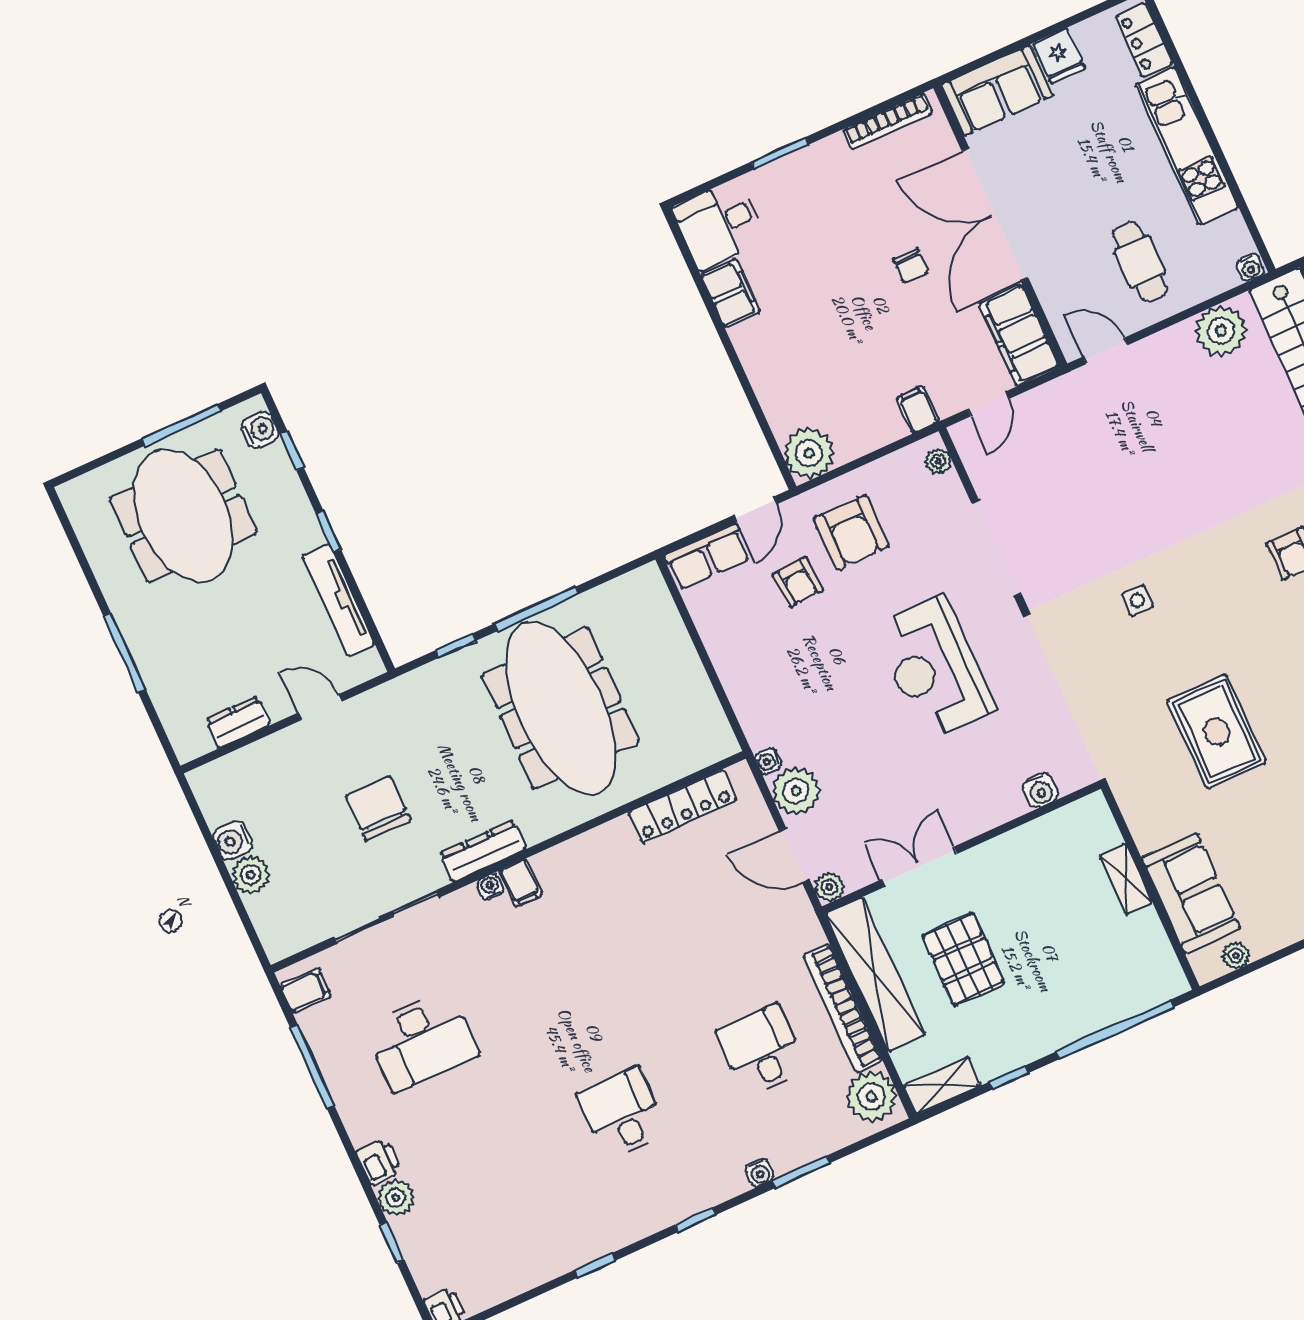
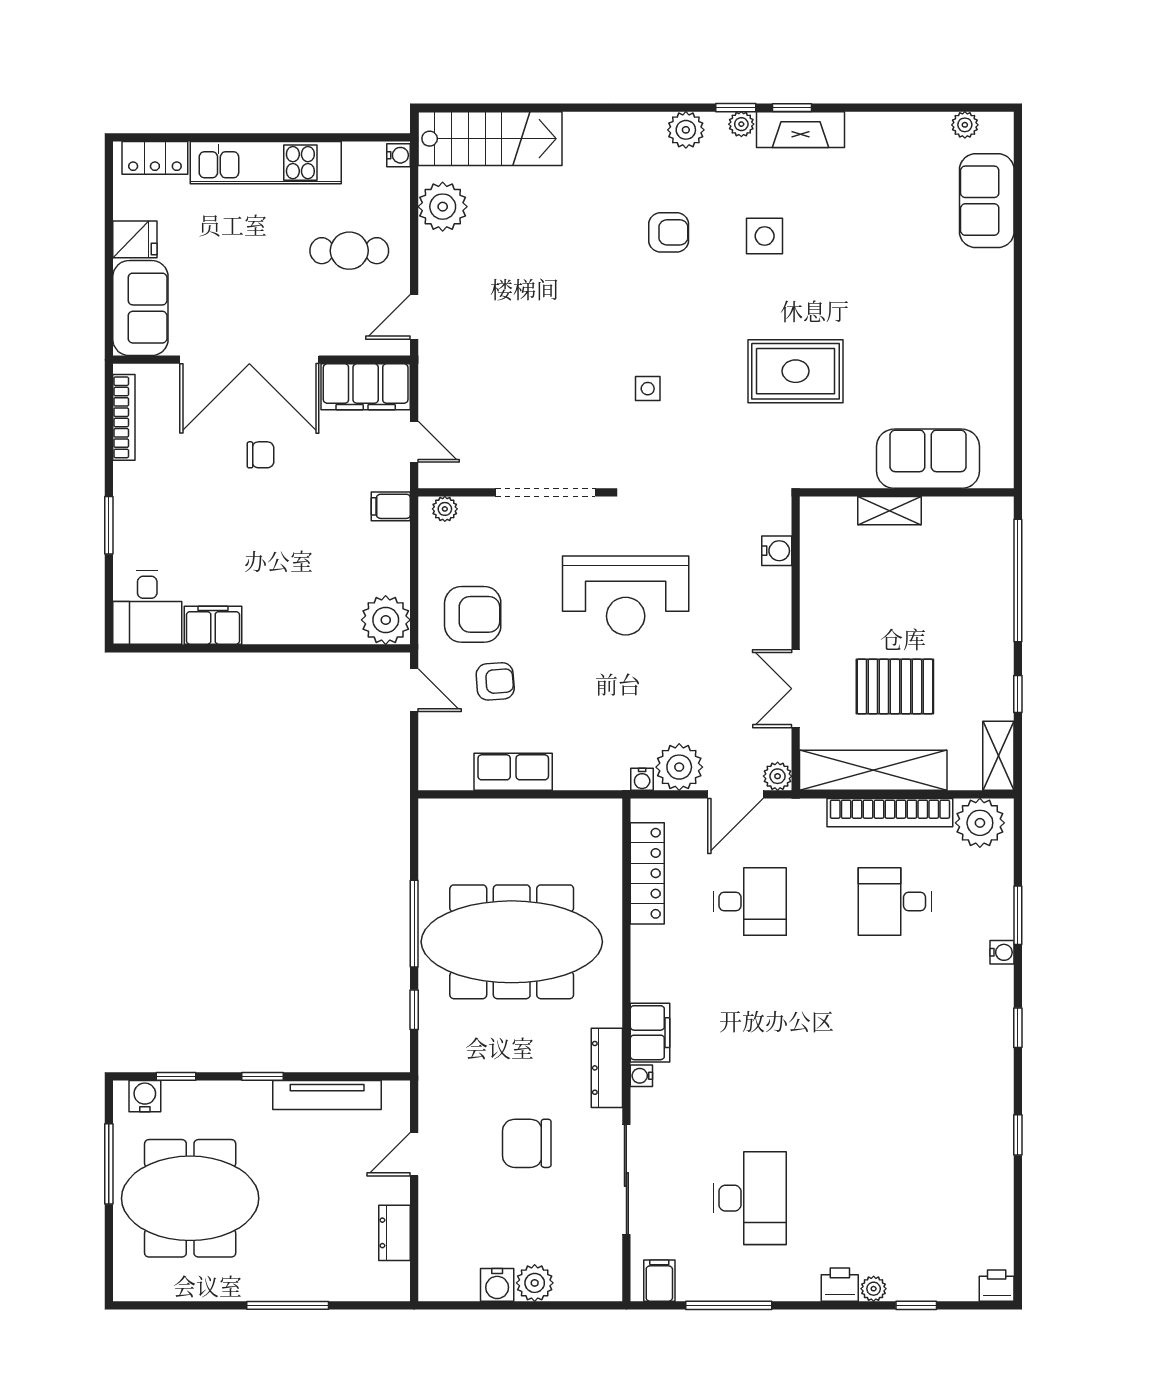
row of seats: (707, 557) -> (513, 772), moved, turned -90
filing cabinet: (521, 883) -> (650, 1033), width x2.00
plant: (1236, 955) -> (1001, 444), removed
desk: (622, 1113) -> (750, 902), moved, turned 180
plant: (396, 1198) -> (874, 1289), width x0.73, depth x0.73

